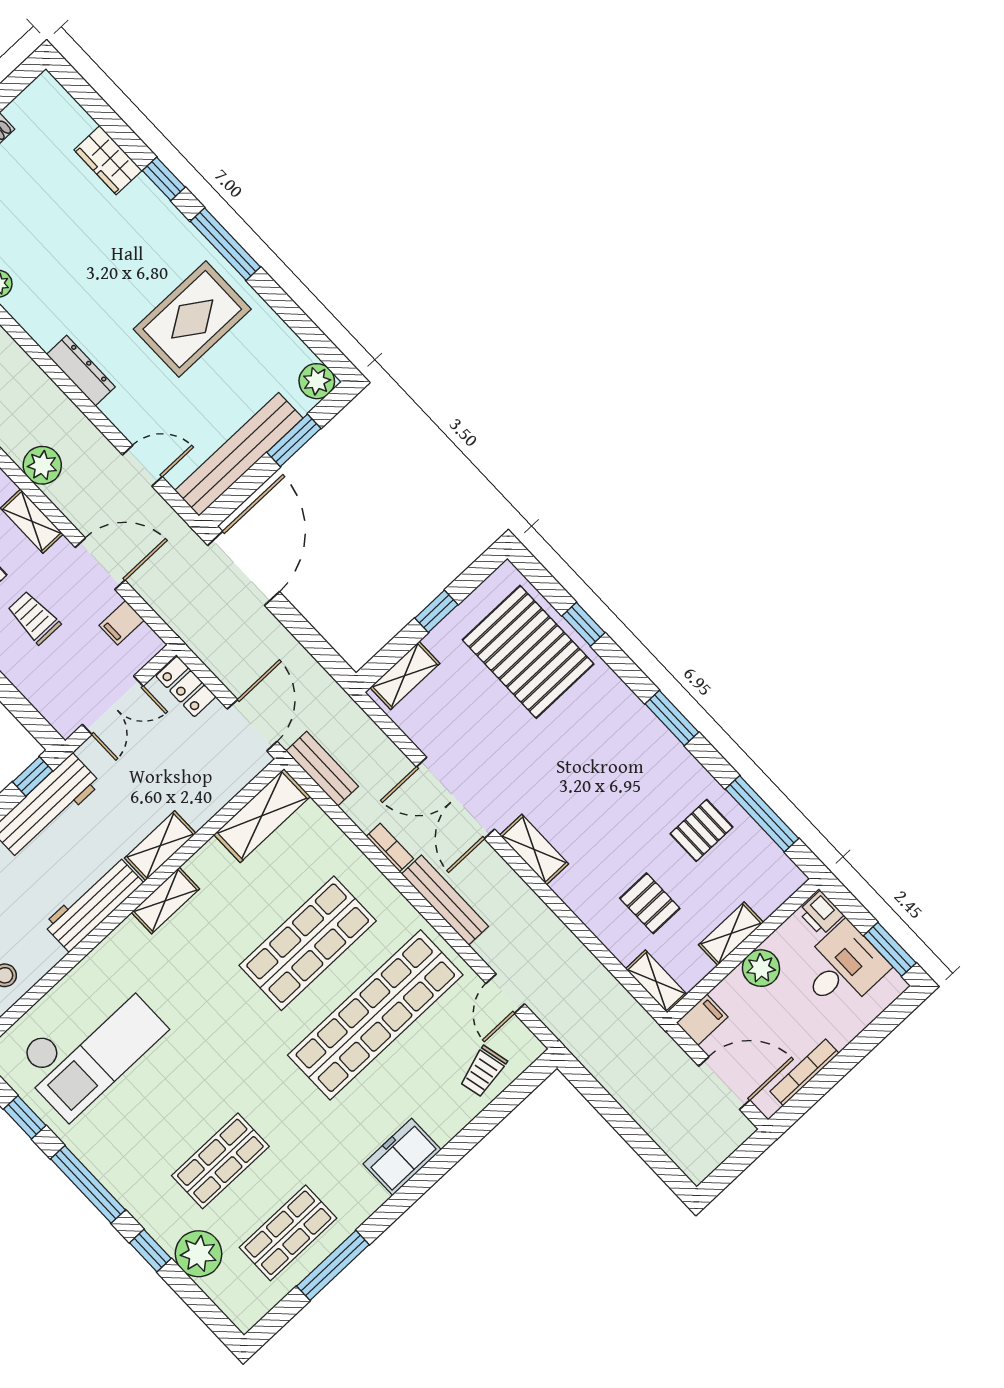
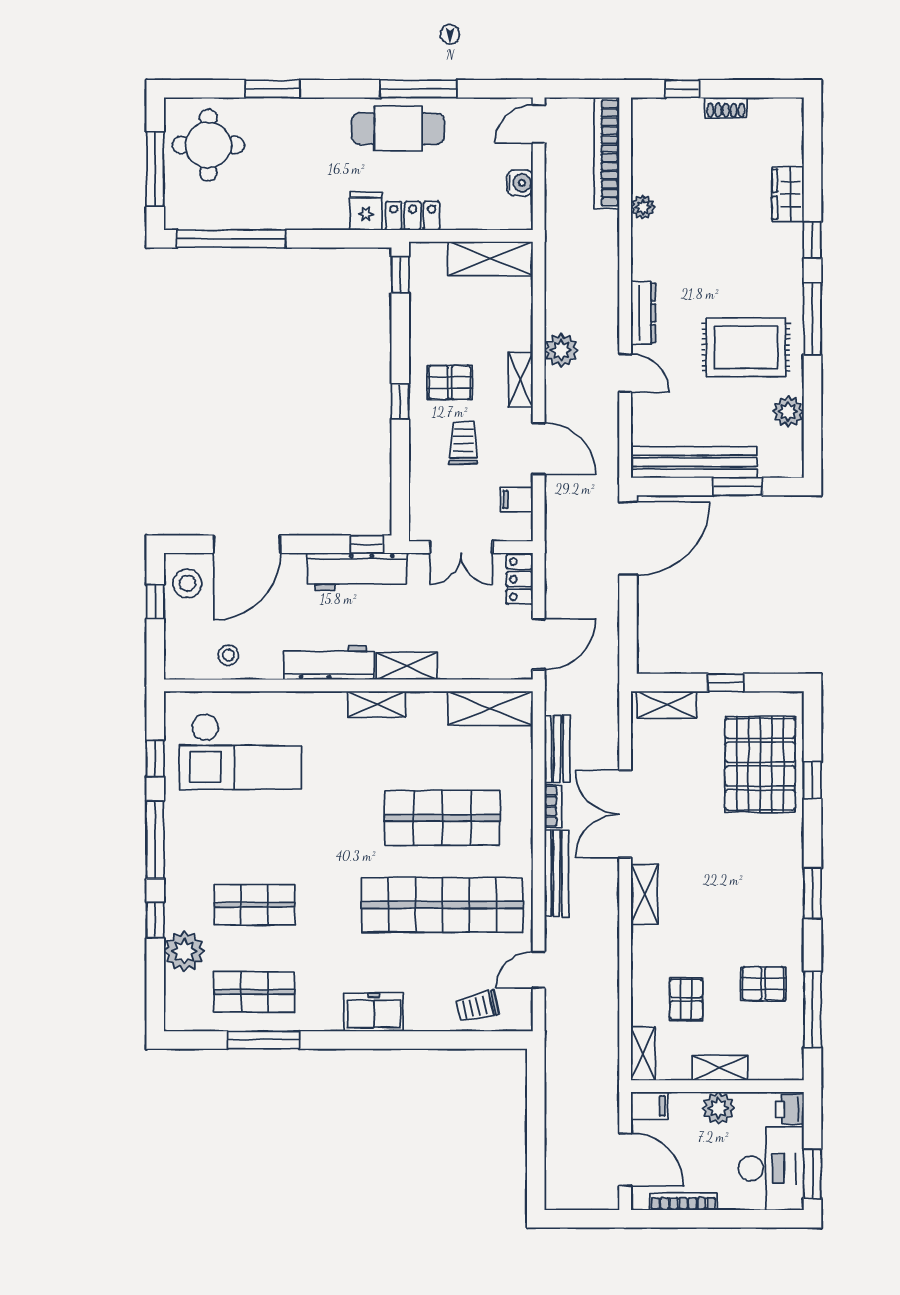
plant: (317, 381) -> (788, 412), moved
door: (142, 466) -> (625, 373), moved
bench: (322, 769) -> (557, 749), moved
desk: (843, 968) -> (771, 1168), width x1.37

